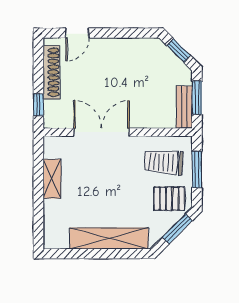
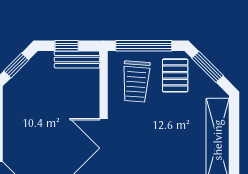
window: (197, 98) -> (67, 46), width x0.67
window: (197, 169) -> (144, 46), width x1.44

